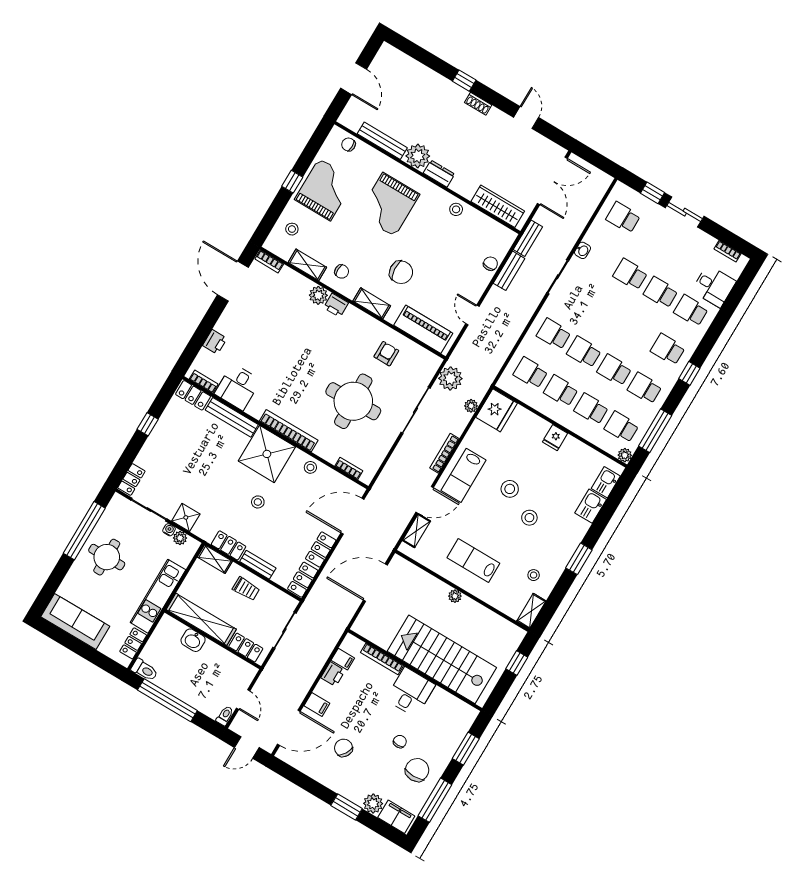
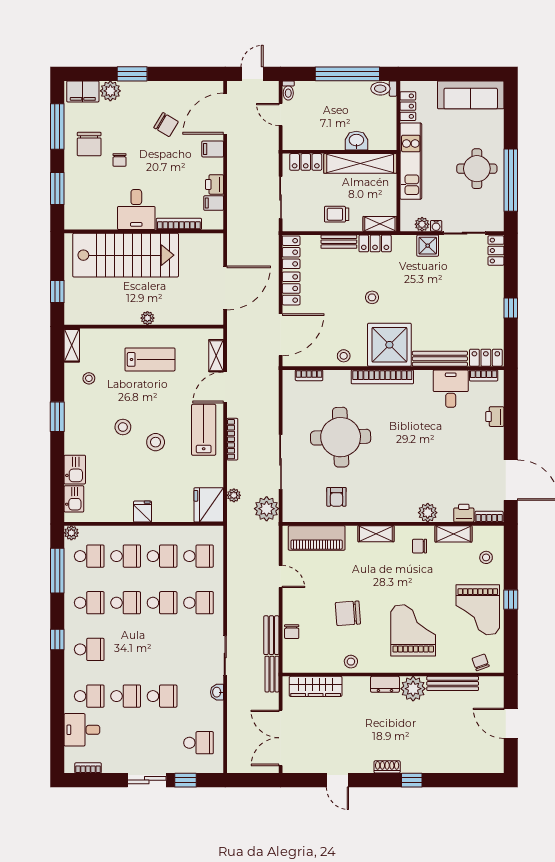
chair: (348, 144) -> (481, 662), turned -110
chair: (401, 272) -> (348, 613), moved
printer: (336, 305) -> (464, 513), moved

